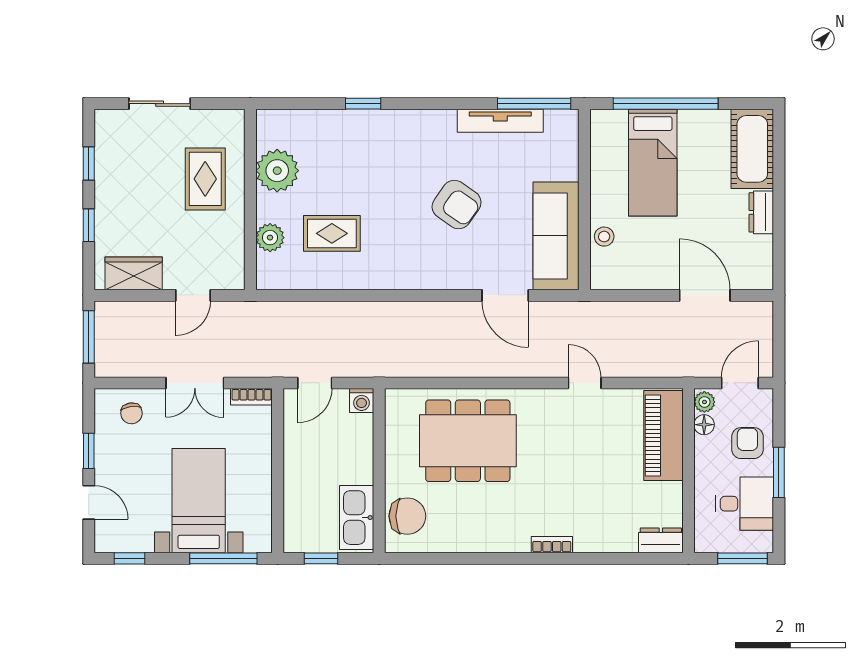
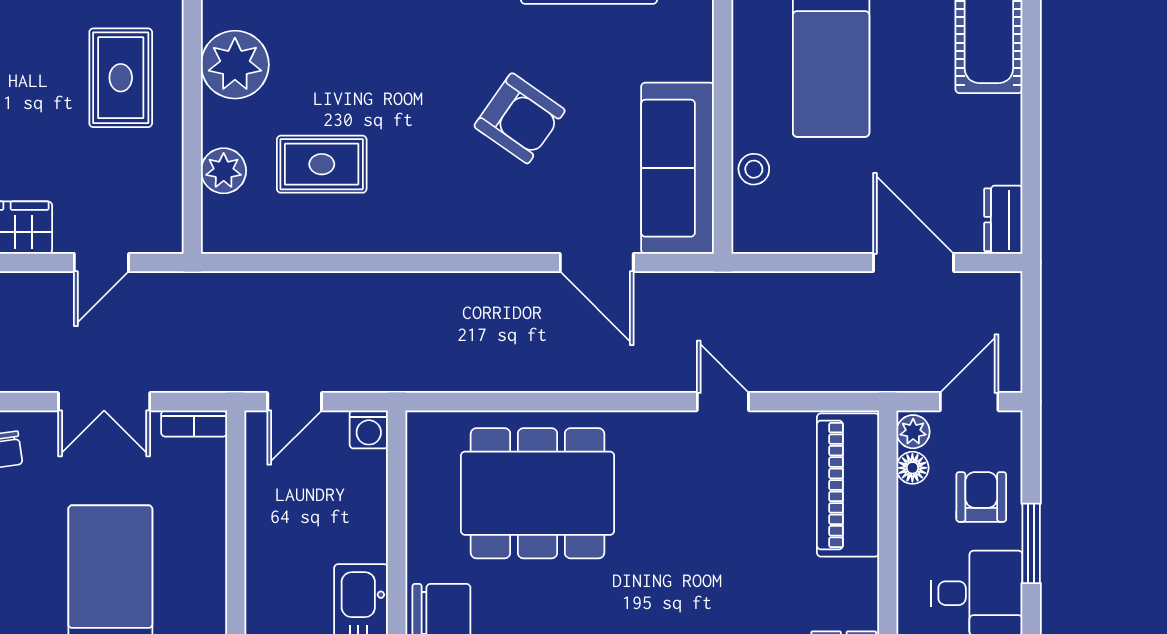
dresser: (761, 212) -> (1003, 220), moved

